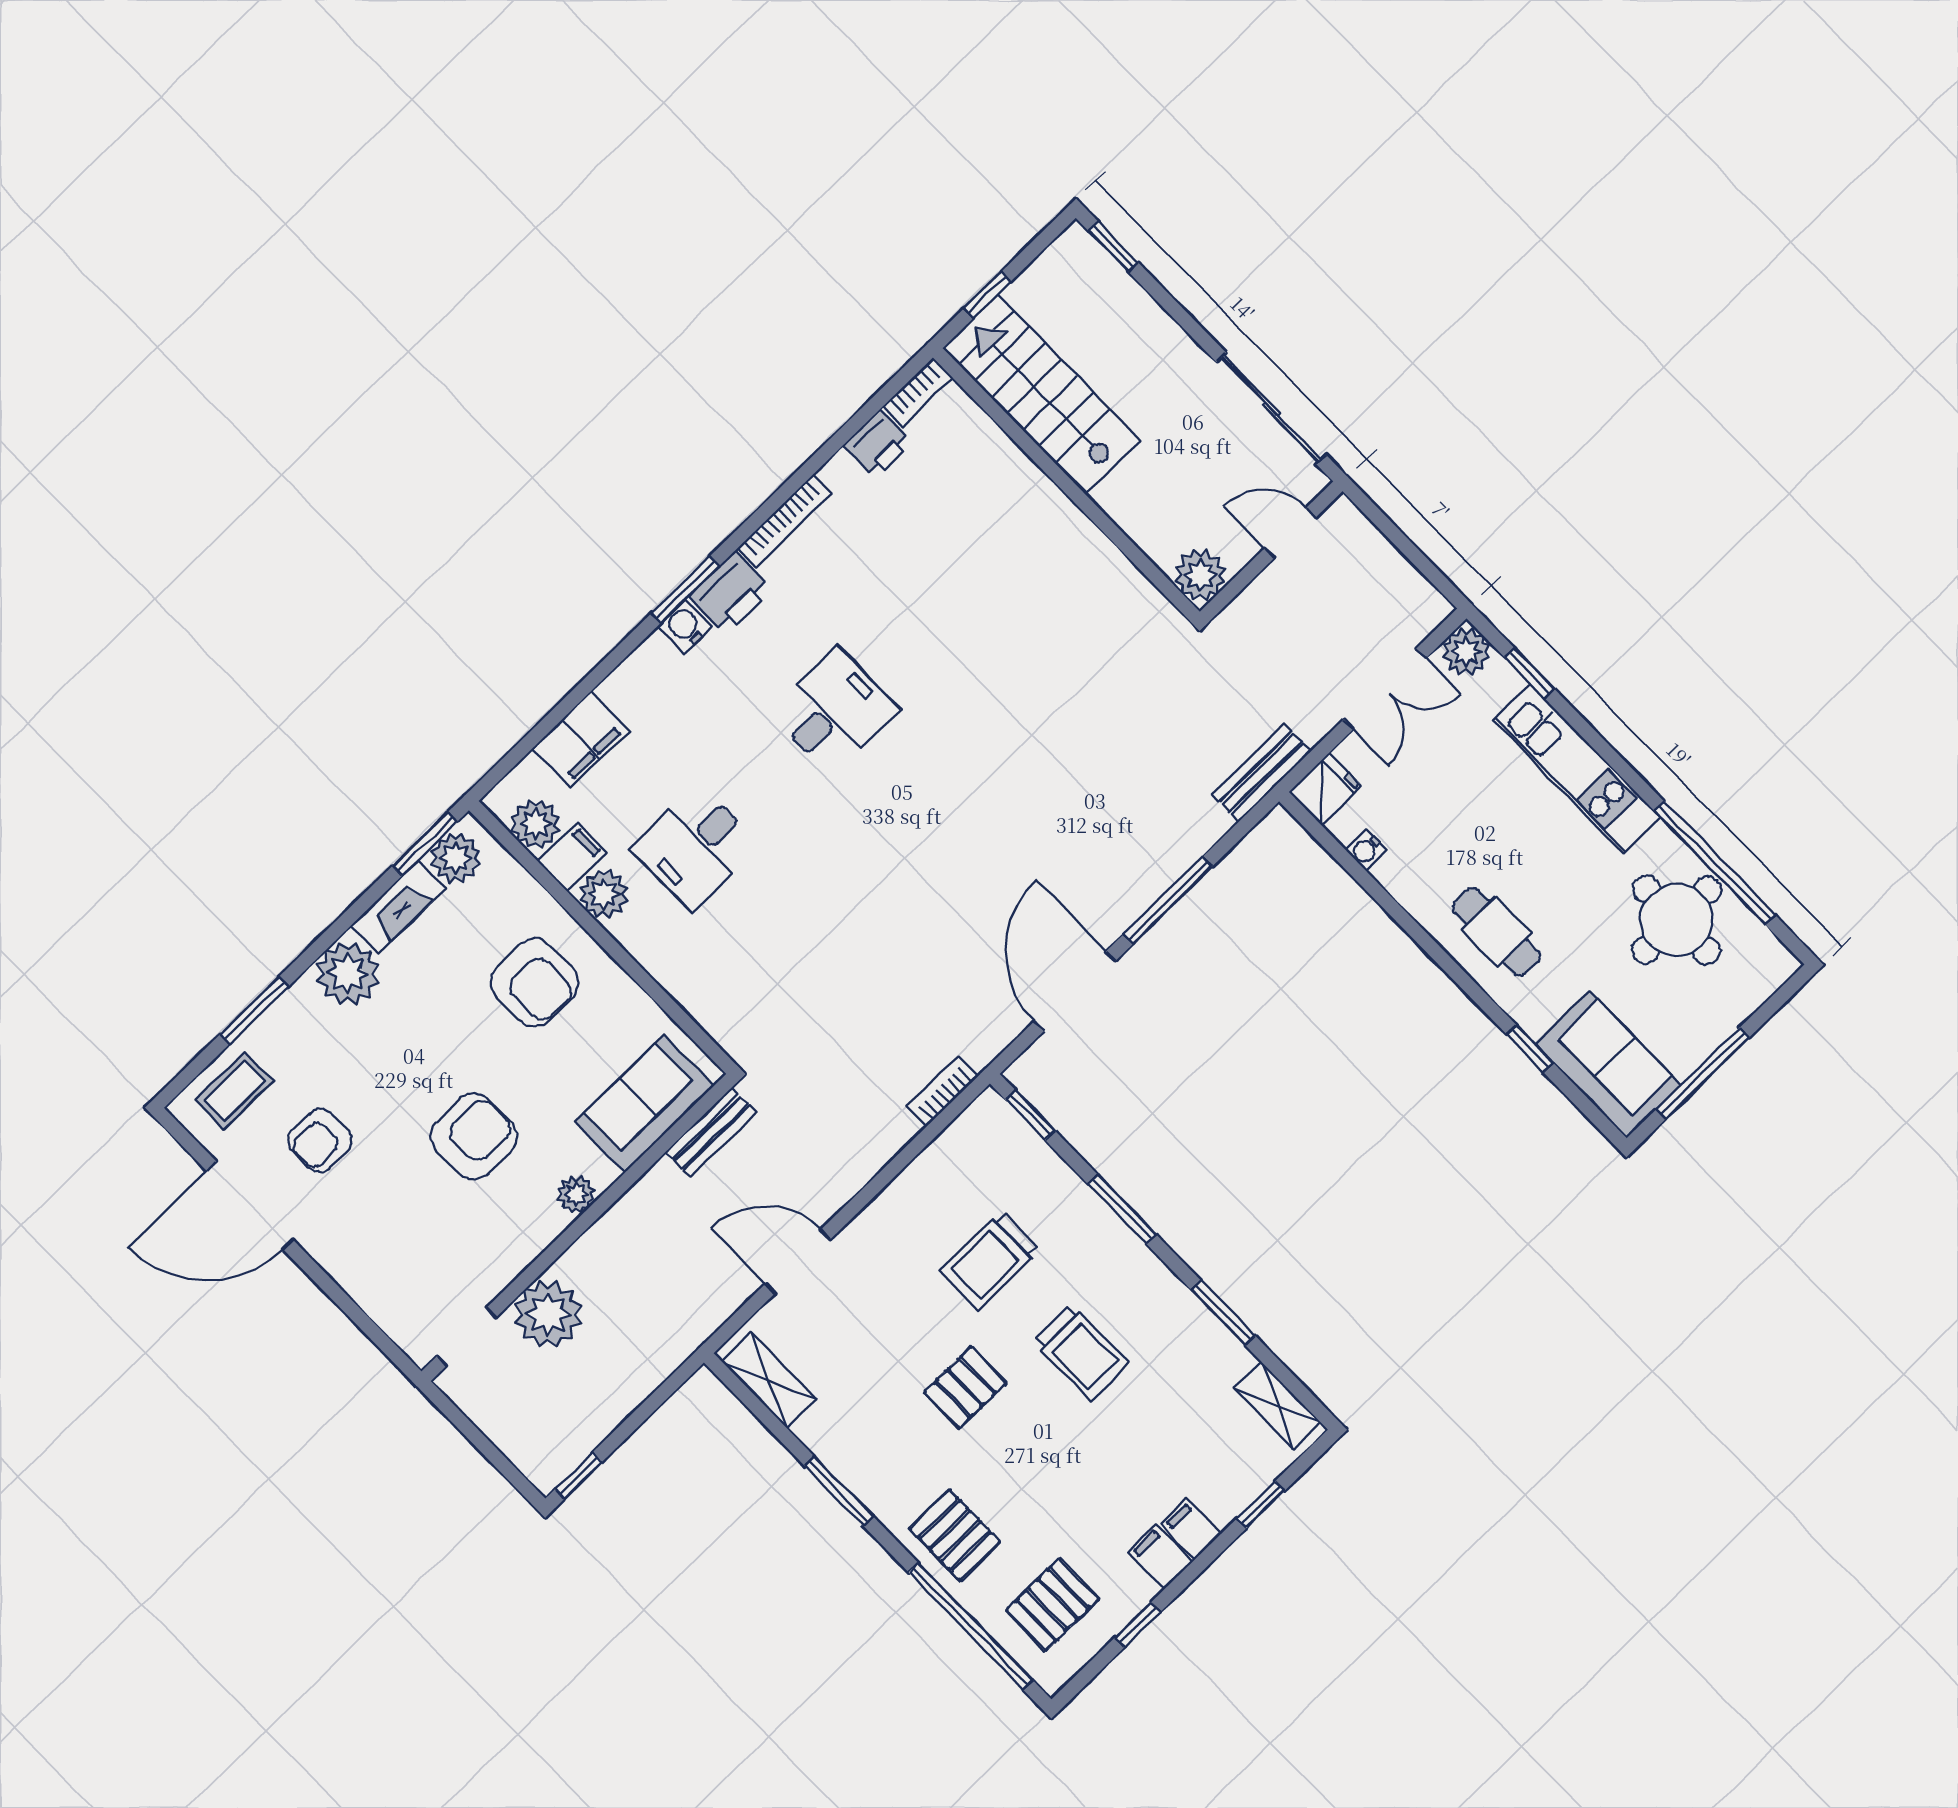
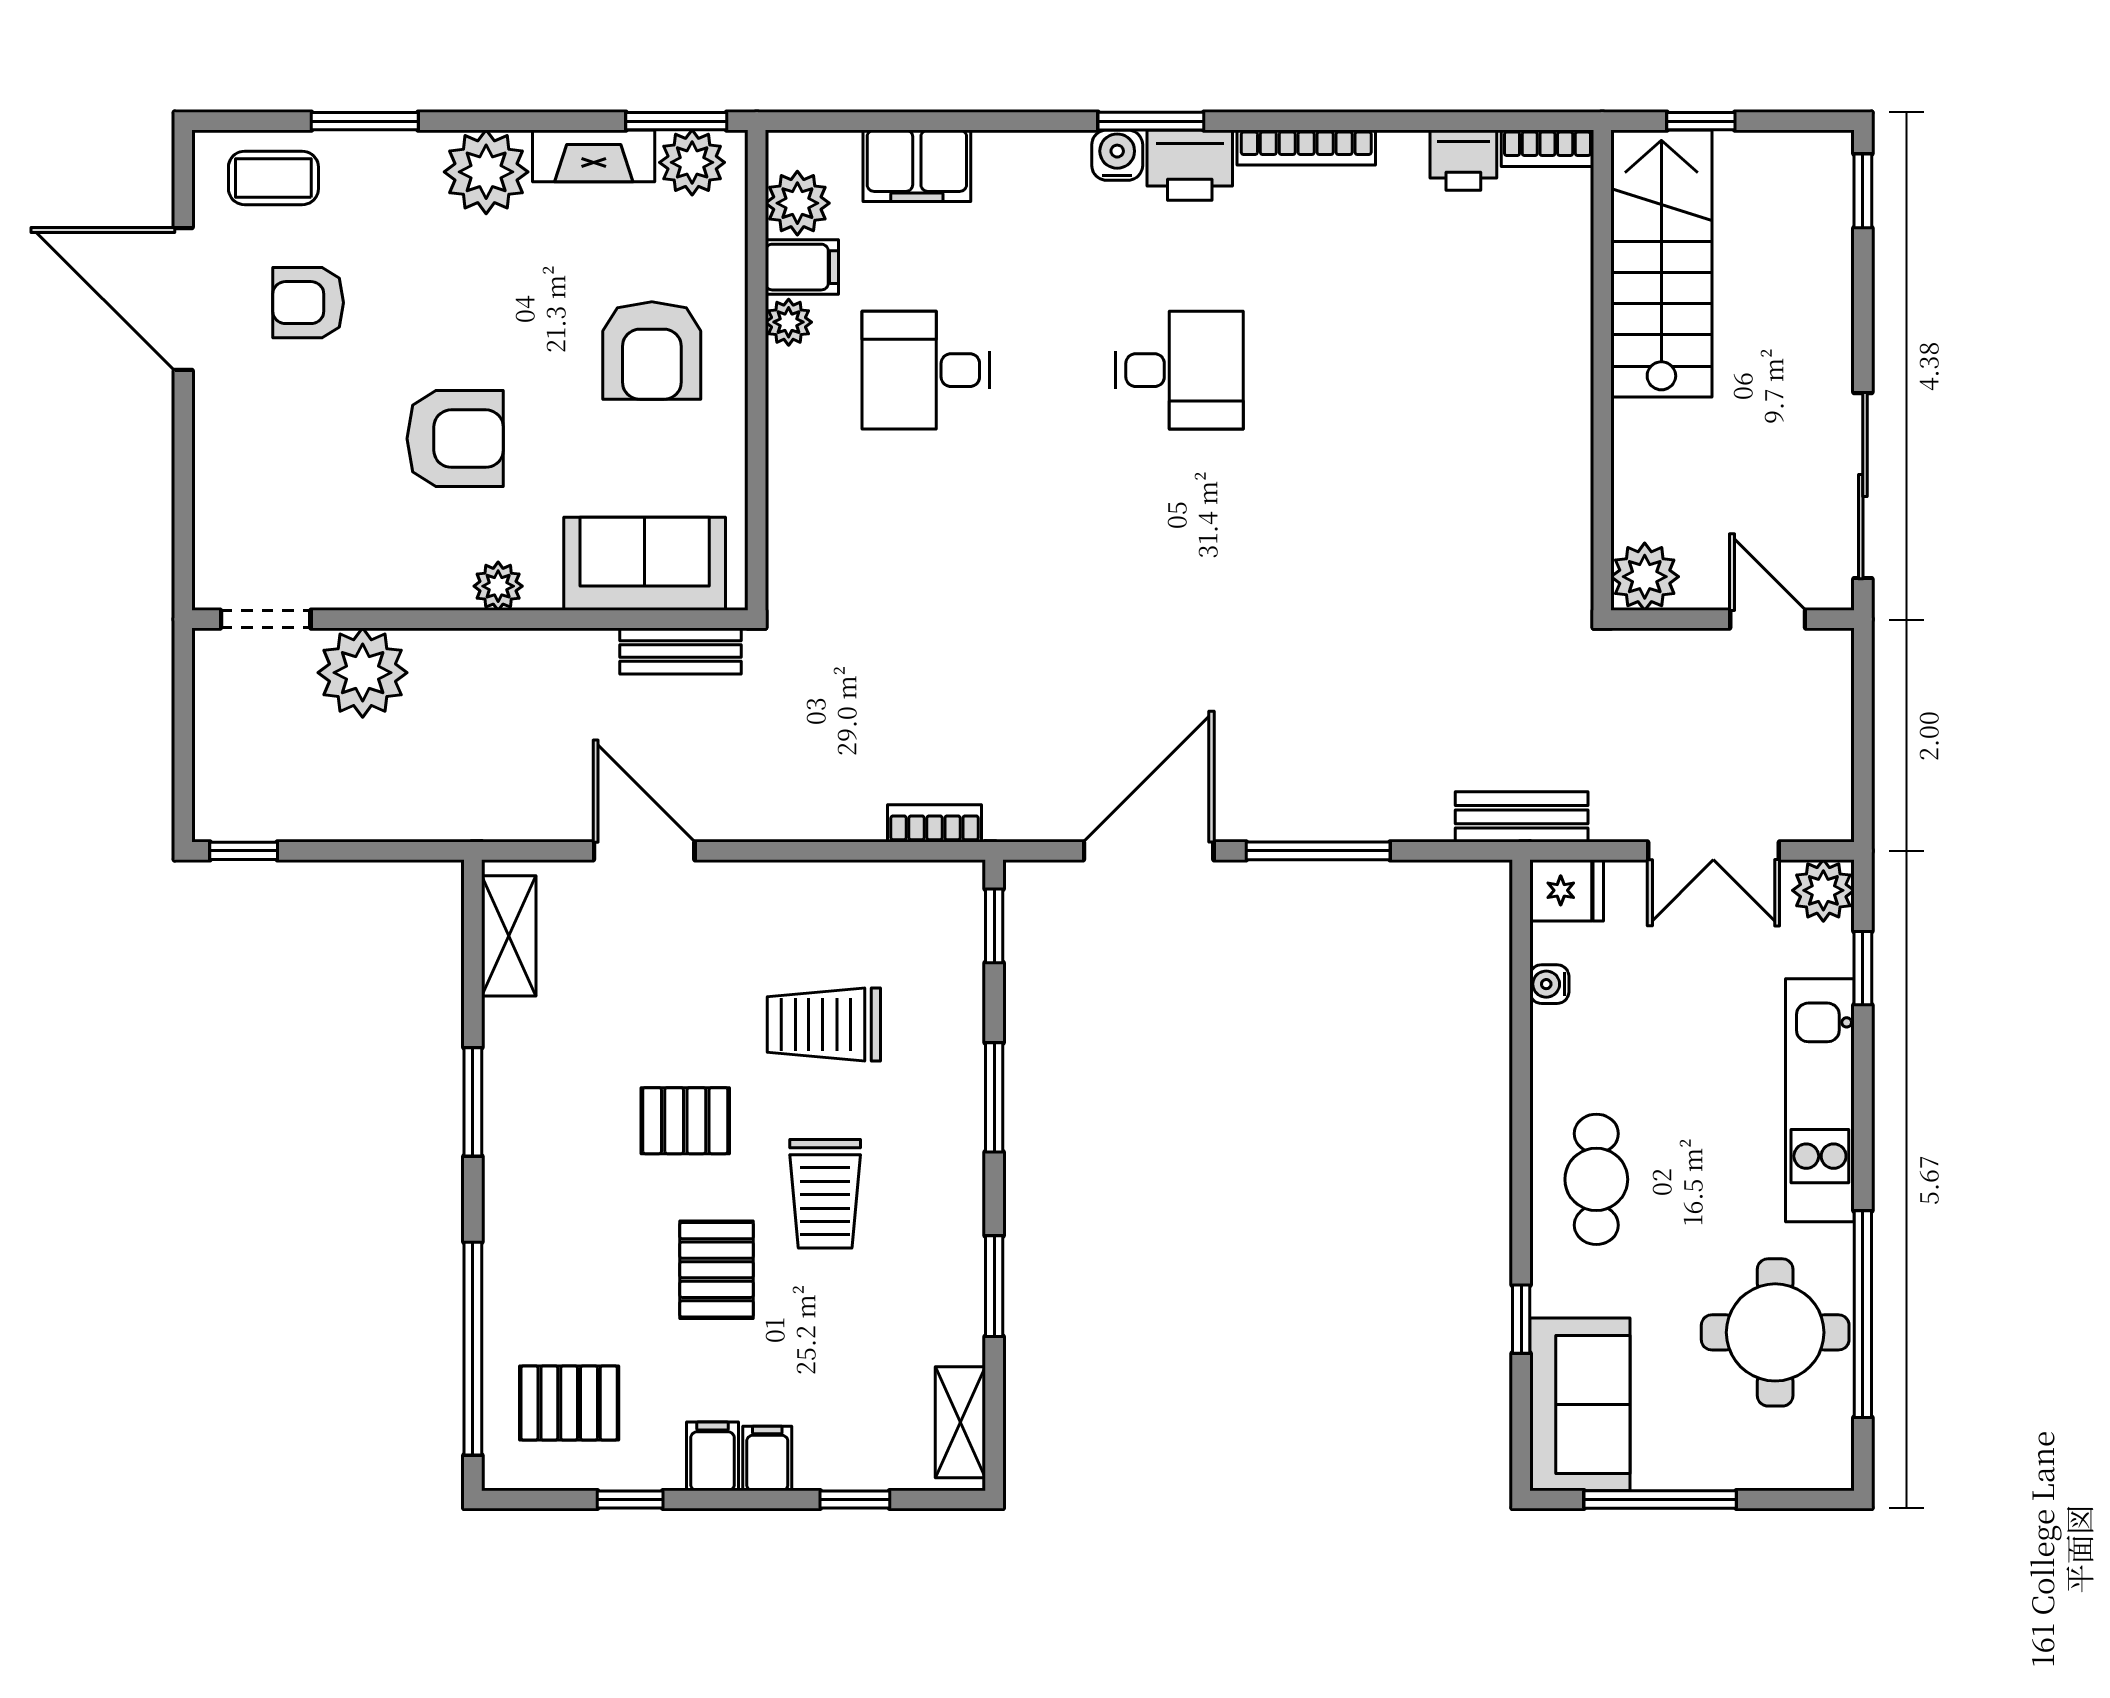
plant: (604, 894) -> (789, 322), width x0.73, depth x0.73
pallet: (955, 1535) -> (717, 1270), moved

